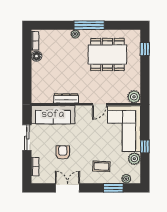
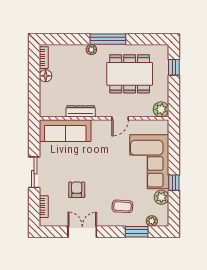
plant: (134, 97) -> (161, 109), moved
dresser: (66, 98) -> (81, 111), moved
wall: (86, 104) -> (104, 118), moved
door: (99, 104) -> (120, 118), moved
sofa: (53, 115) -> (65, 131), moved

